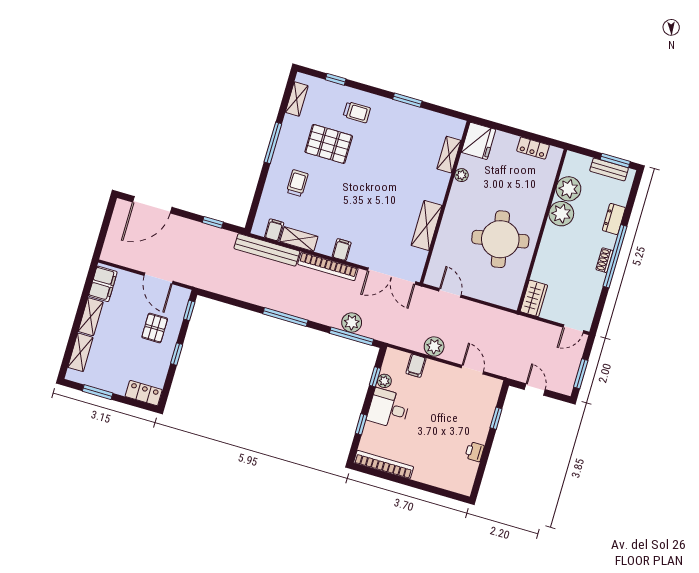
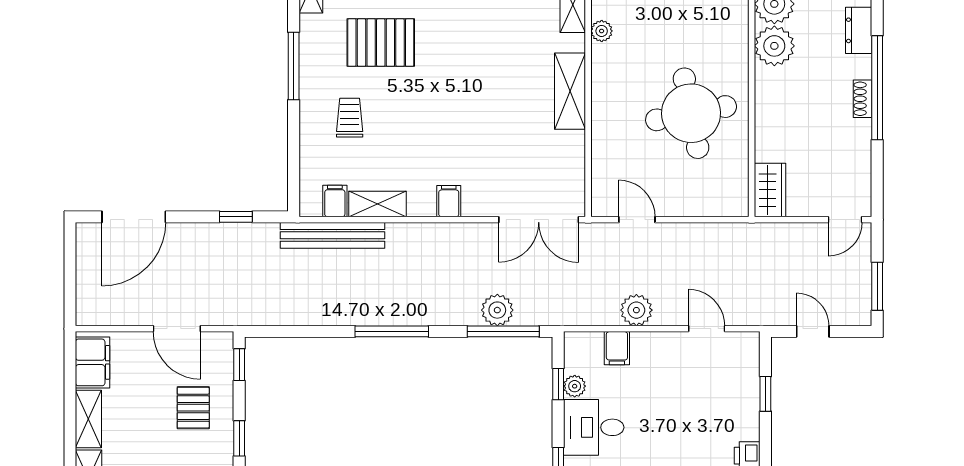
shelving: (427, 225) -> (570, 91), moved
bookcase: (328, 266) -> (435, 233), removed

